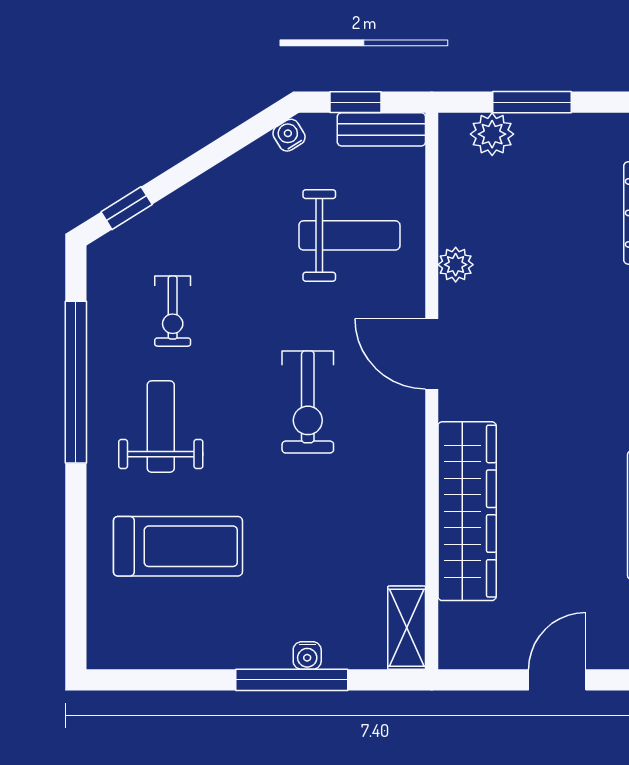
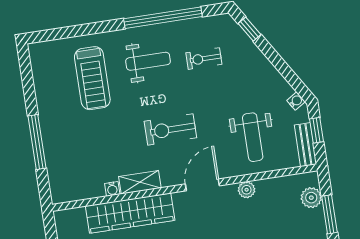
shelving: (407, 628) -> (140, 182), moved
water cooler: (307, 656) -> (112, 189), moved, turned -90

